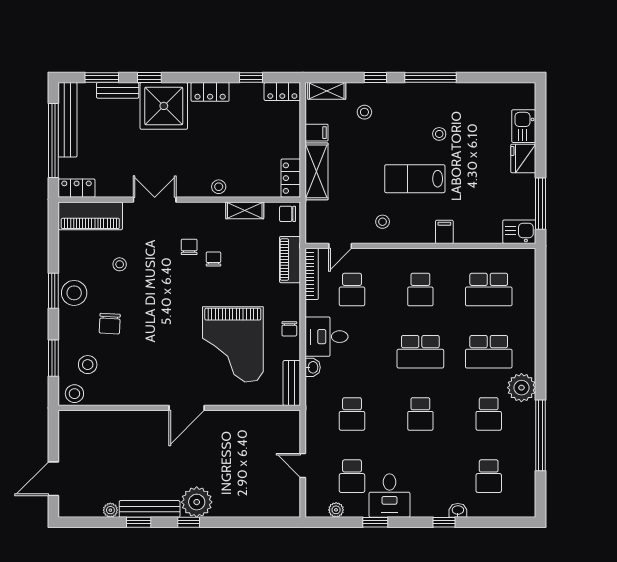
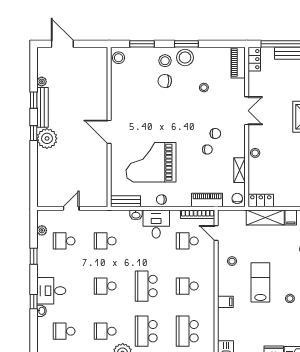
piano: (90, 216) -> (238, 63), width x0.73, depth x0.75
stool: (88, 365) -> (165, 61), moved
desk: (389, 496) -> (51, 291), moved

